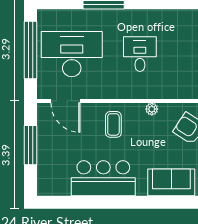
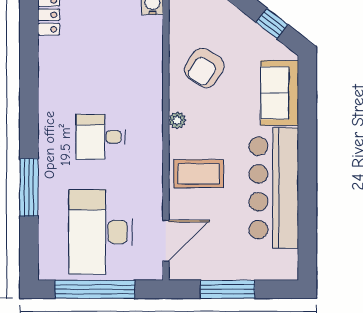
coffee table: (113, 124) -> (199, 174), width x1.36, depth x1.30
bar counter: (103, 178) -> (274, 188), width x1.36

